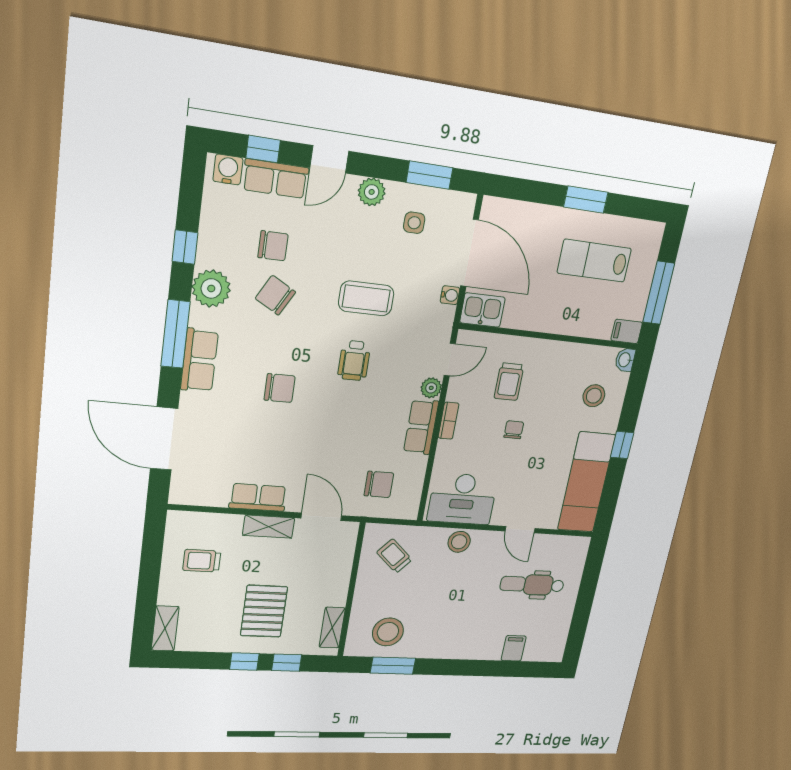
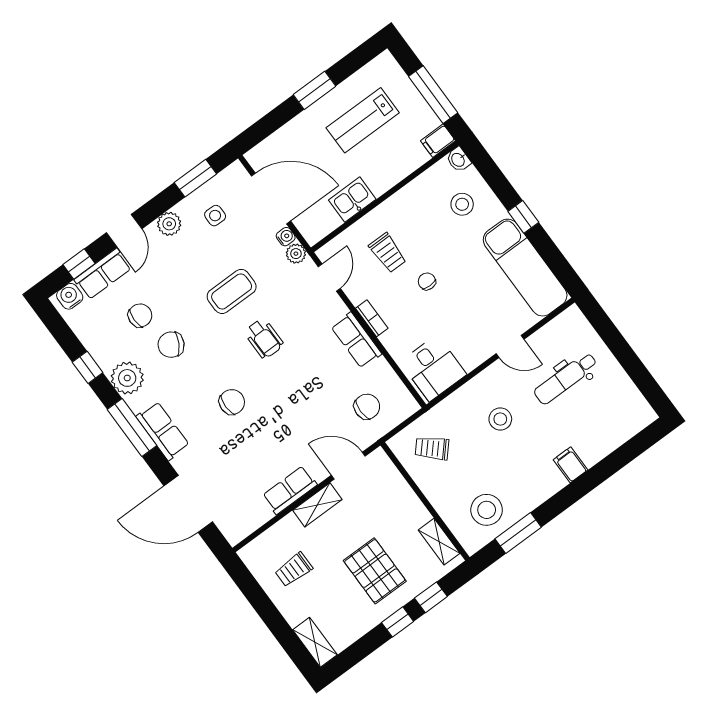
kitchen sink: (482, 310) -> (352, 200), moved
plant: (431, 388) -> (296, 254), moved
desk: (462, 499) -> (433, 368), width x0.73
stool: (459, 542) -> (500, 419), moved
filing cabinet: (514, 648) -> (570, 465), moved

